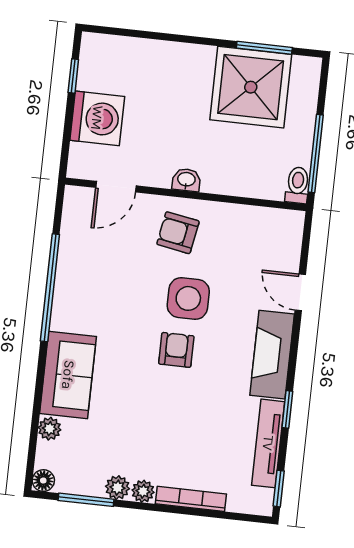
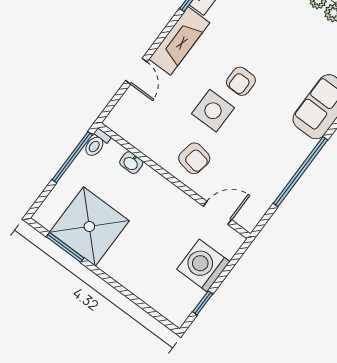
washbasin: (186, 180) -> (131, 163), moved

